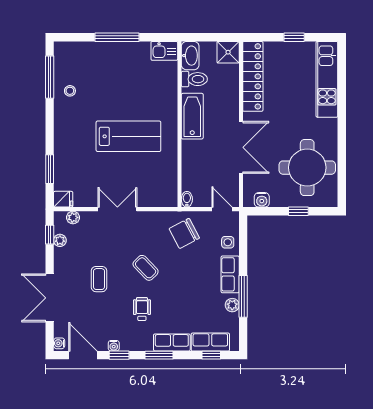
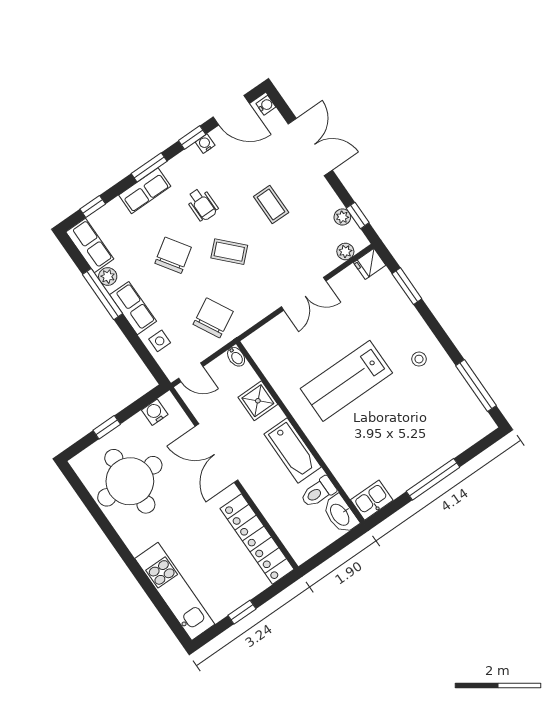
shower: (228, 52) -> (258, 401), moved
stool: (70, 91) -> (419, 359), moved
chair: (182, 290) -> (173, 255), added
row of seats: (210, 342) -> (90, 245), moved, turned -90

